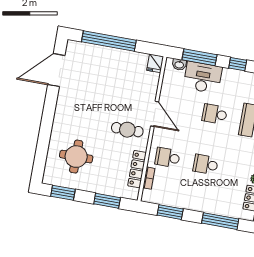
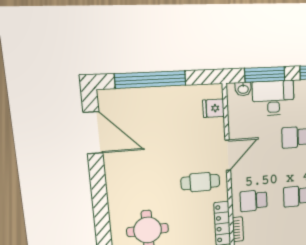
fridge: (155, 63) -> (213, 108), moved, turned 90
door: (56, 70) -> (93, 133), swing flipped
door: (155, 114) -> (228, 155), hinge flipped

